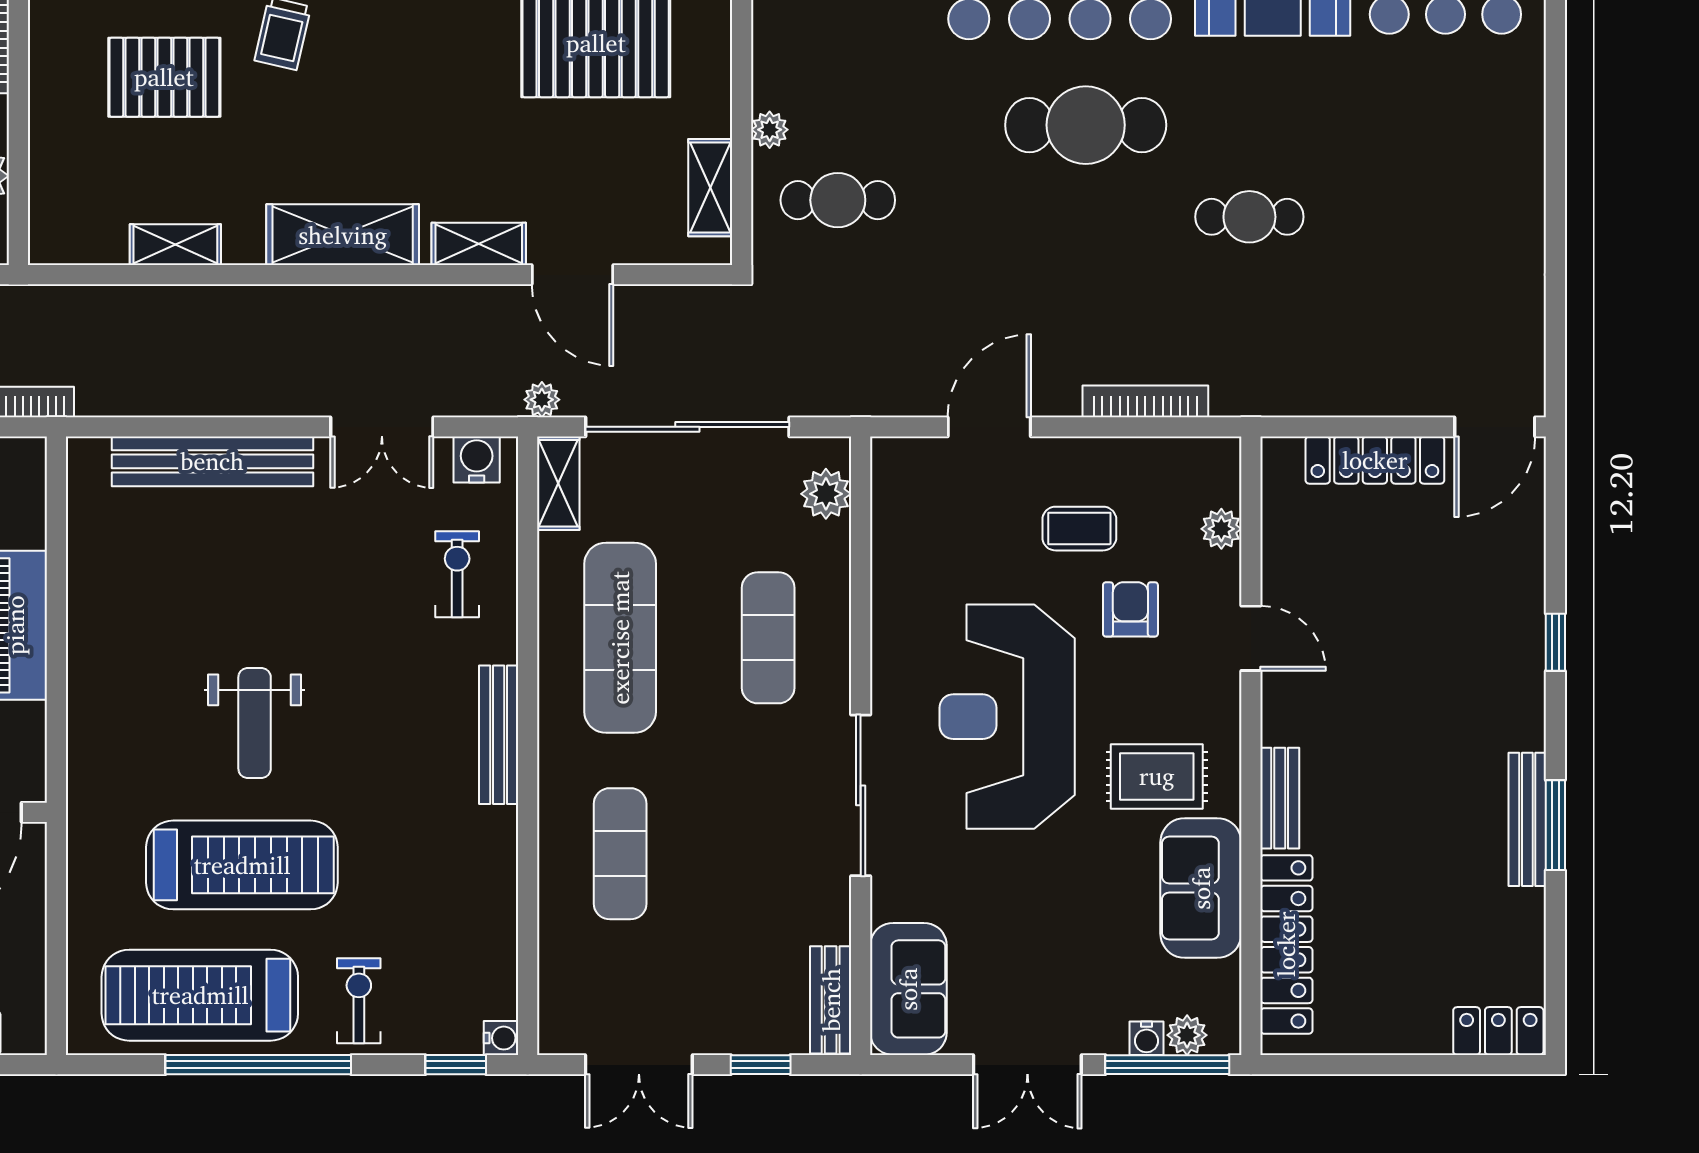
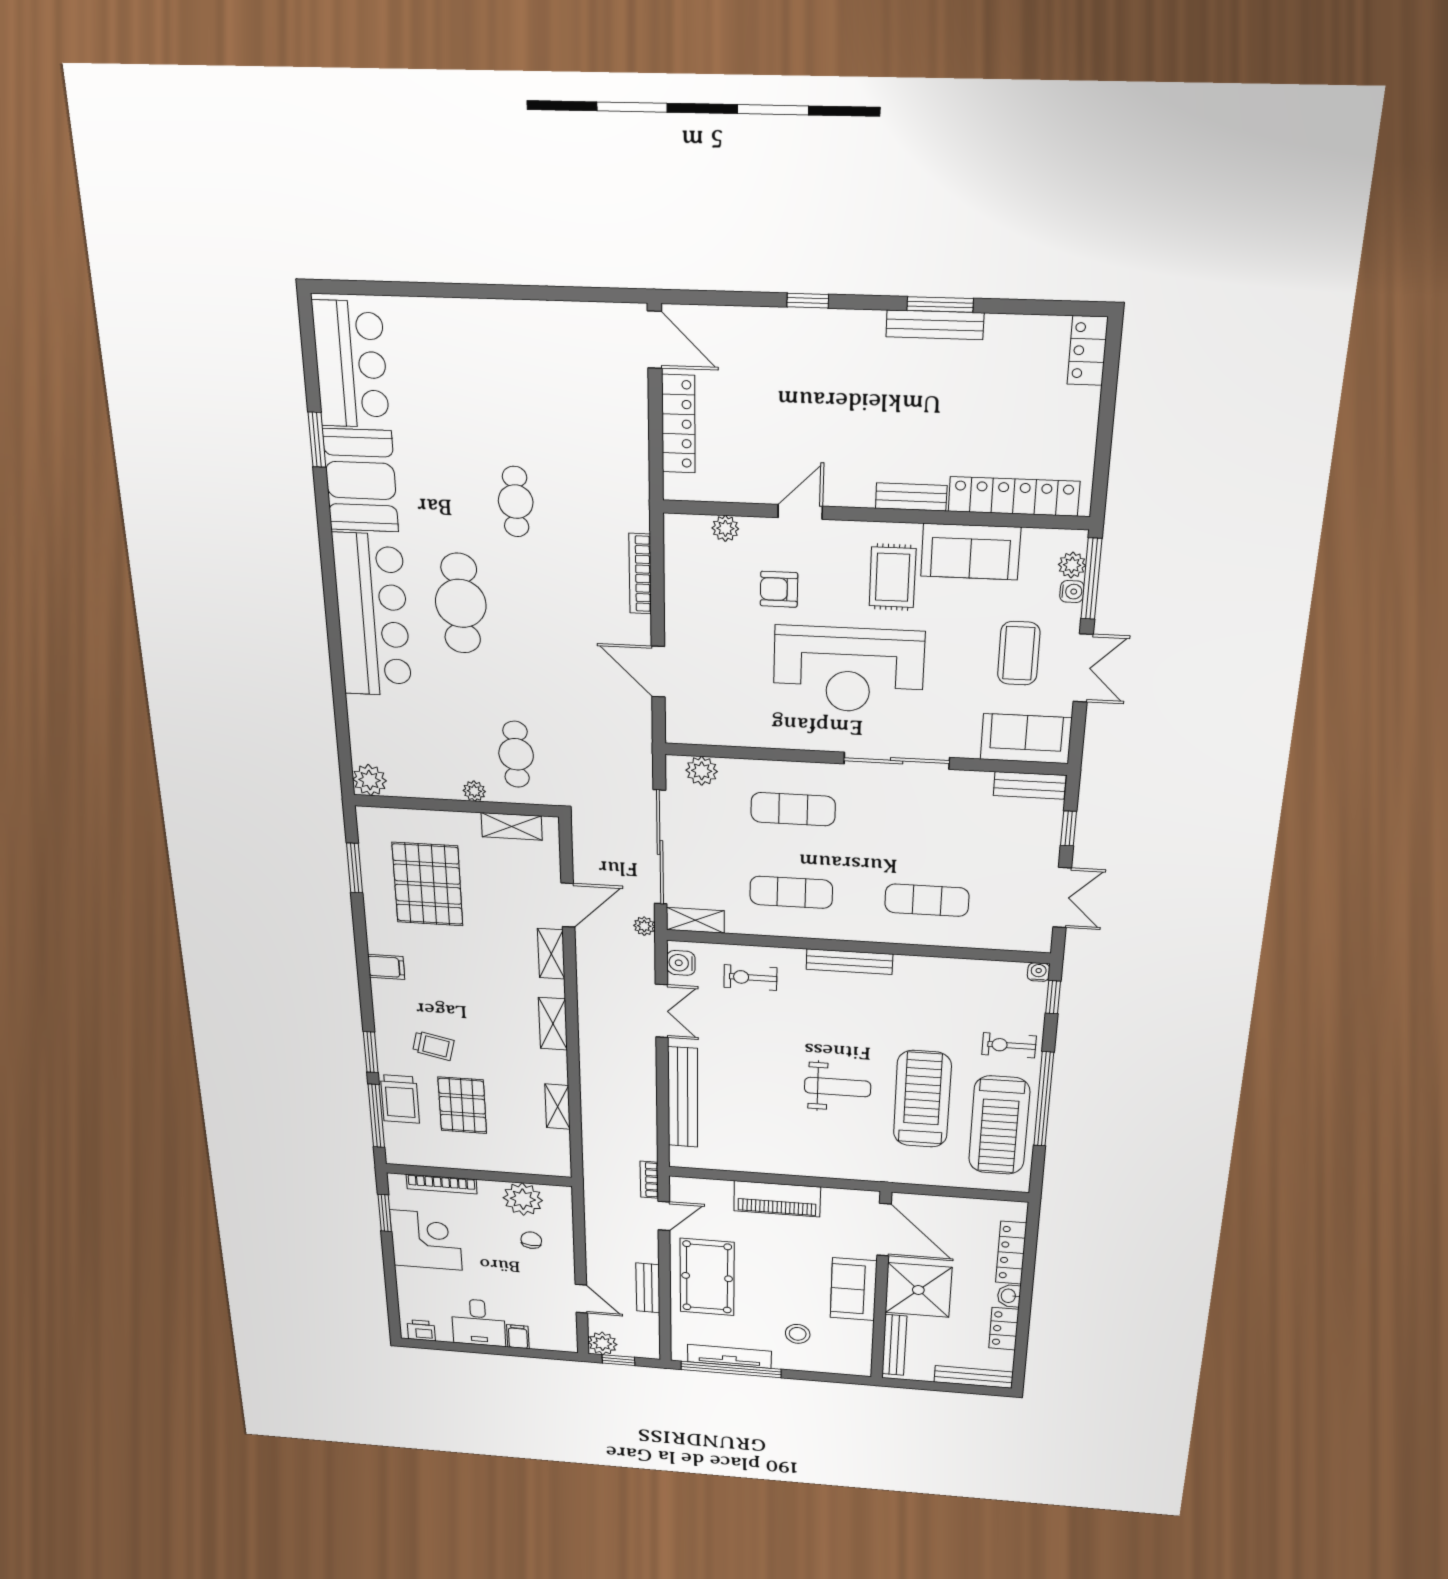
shelving: (343, 235) -> (553, 1024), width x0.67, depth x0.75
coffee table: (1079, 529) -> (1019, 653), moved, width x1.36, depth x1.30
exercise mat: (620, 638) -> (791, 892), width x0.73, depth x0.69

